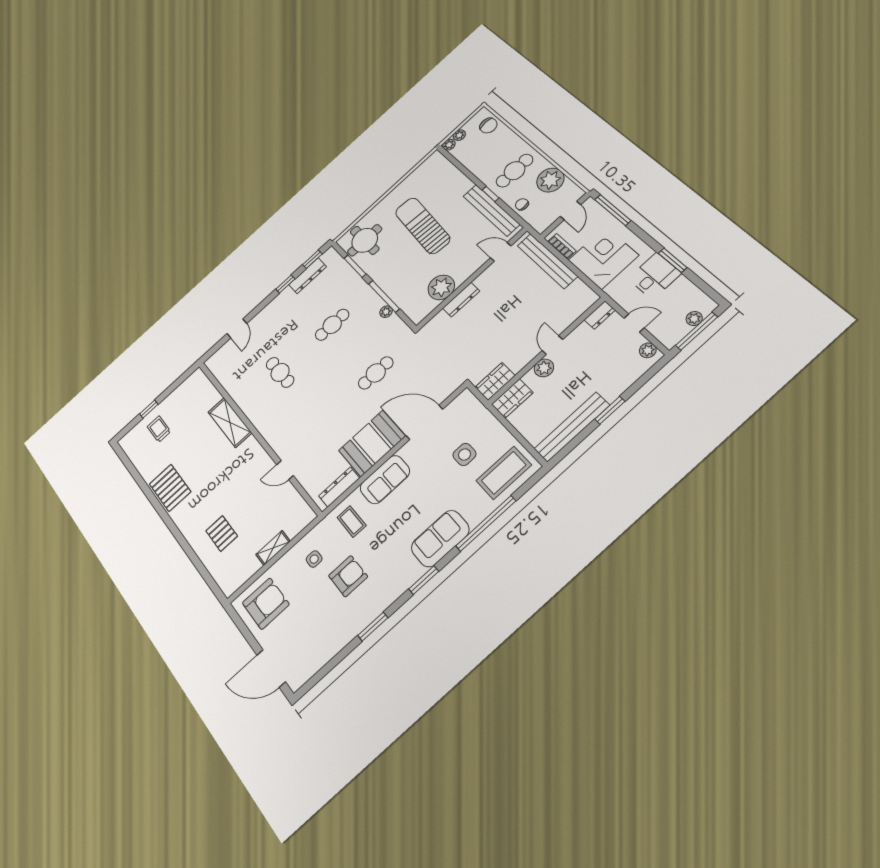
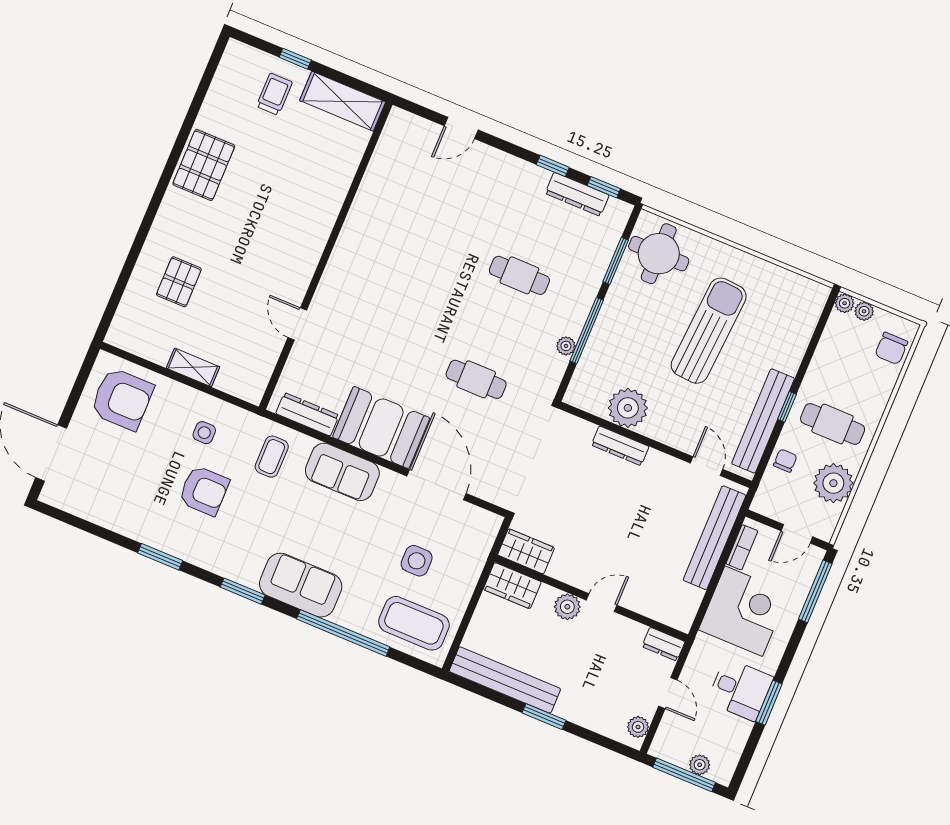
cafe table: (280, 372) -> (424, 236), removed
shelving: (230, 422) -> (343, 101), moved, turned 90

